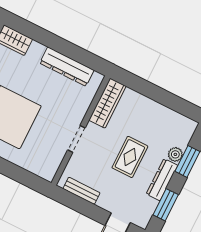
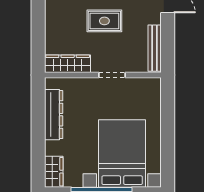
bench: (81, 191) -> (155, 48), width x1.36

